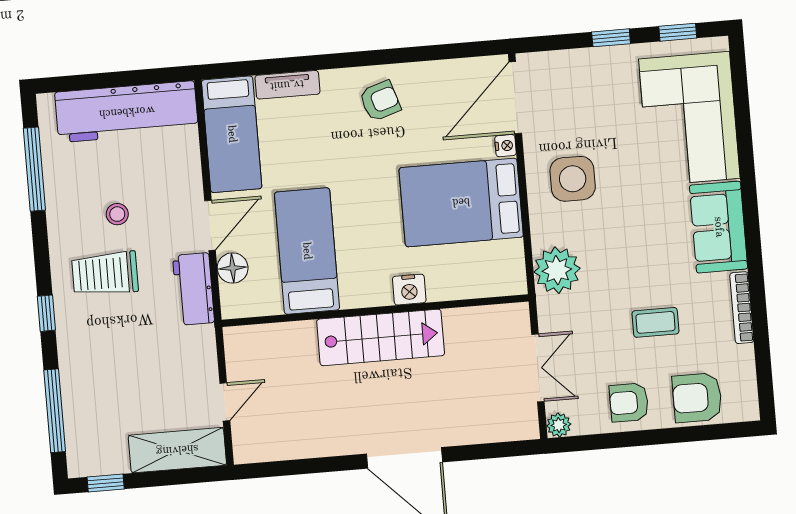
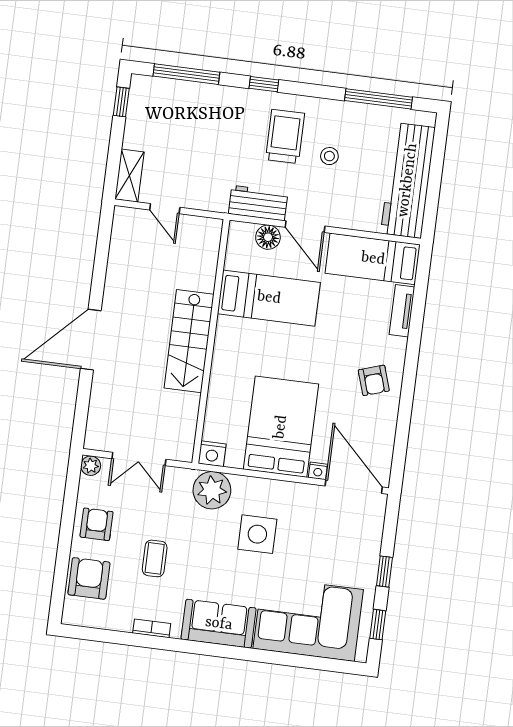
side table: (573, 179) -> (257, 534), moved
nightstand: (409, 290) -> (212, 454), moved, turned -90
bookcase: (742, 308) -> (152, 628), width x0.64
shelving: (177, 450) -> (129, 176), width x0.67, depth x0.75

